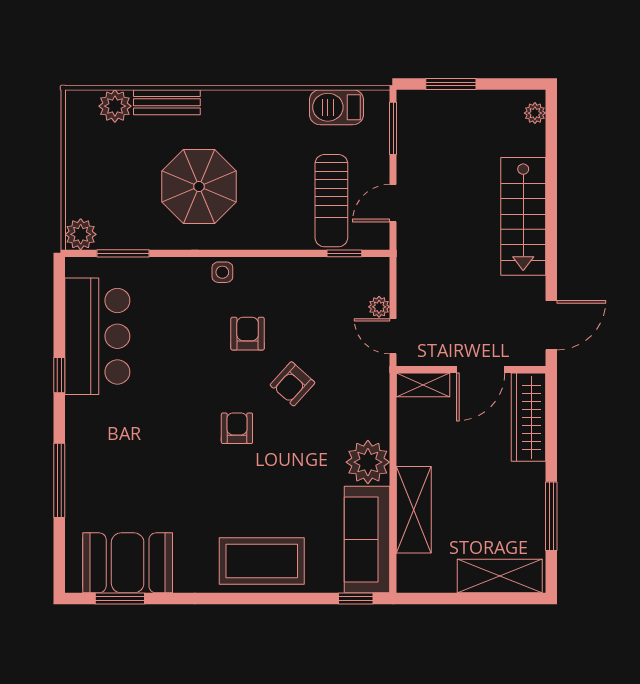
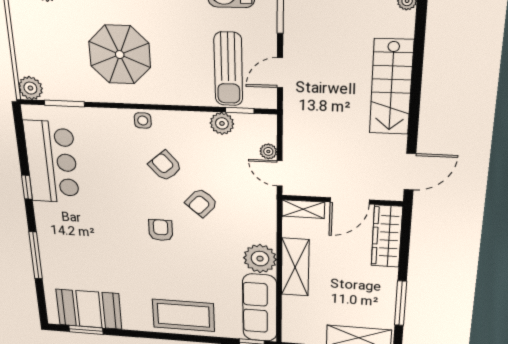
plant: (322, 272) -> (222, 123), added
armchair: (248, 334) -> (165, 166), turned -41
shelving: (414, 510) -> (295, 267), moved

